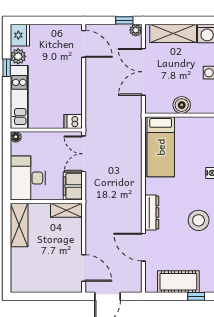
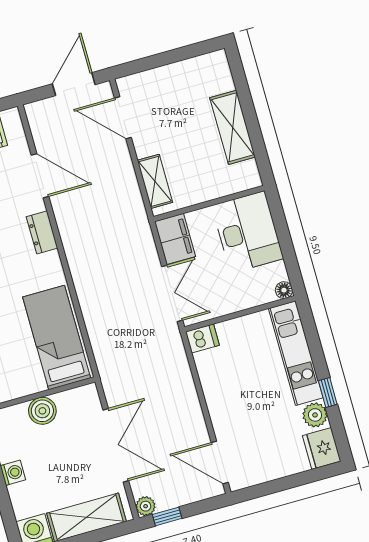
shelving: (66, 210) -> (155, 181), moved, turned 90
dresser: (152, 213) -> (42, 232), width x0.70
shelving: (19, 225) -> (233, 127), moved

